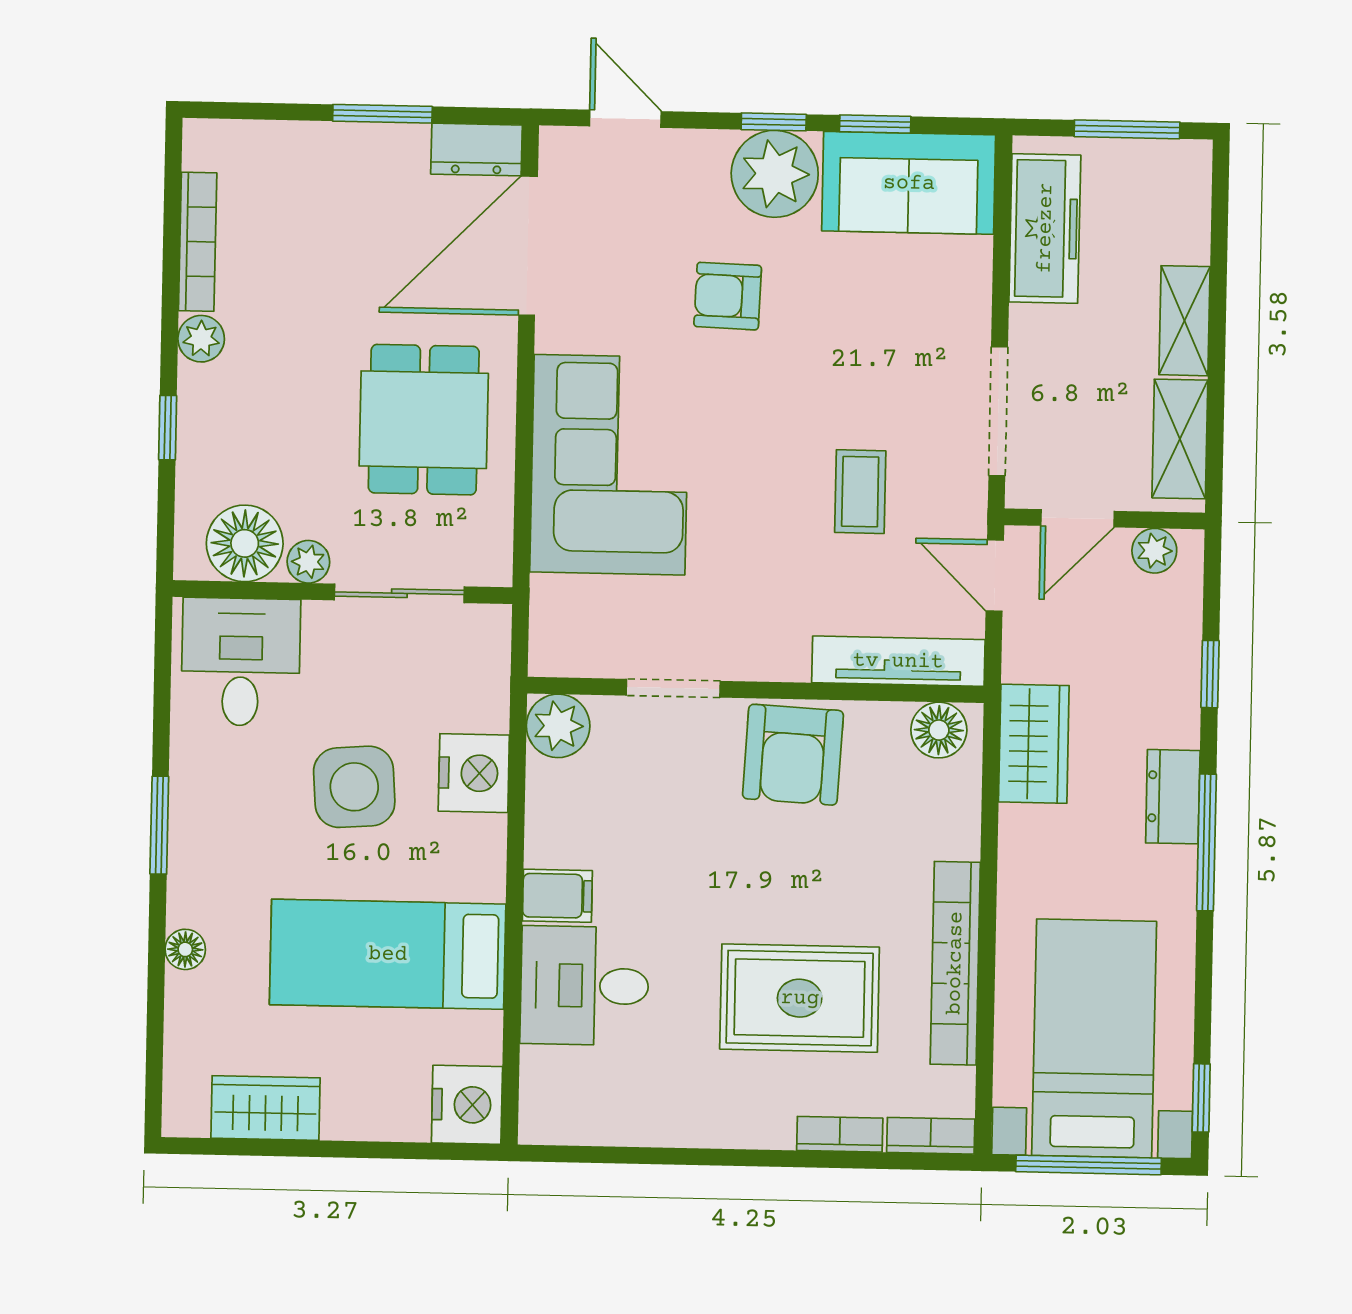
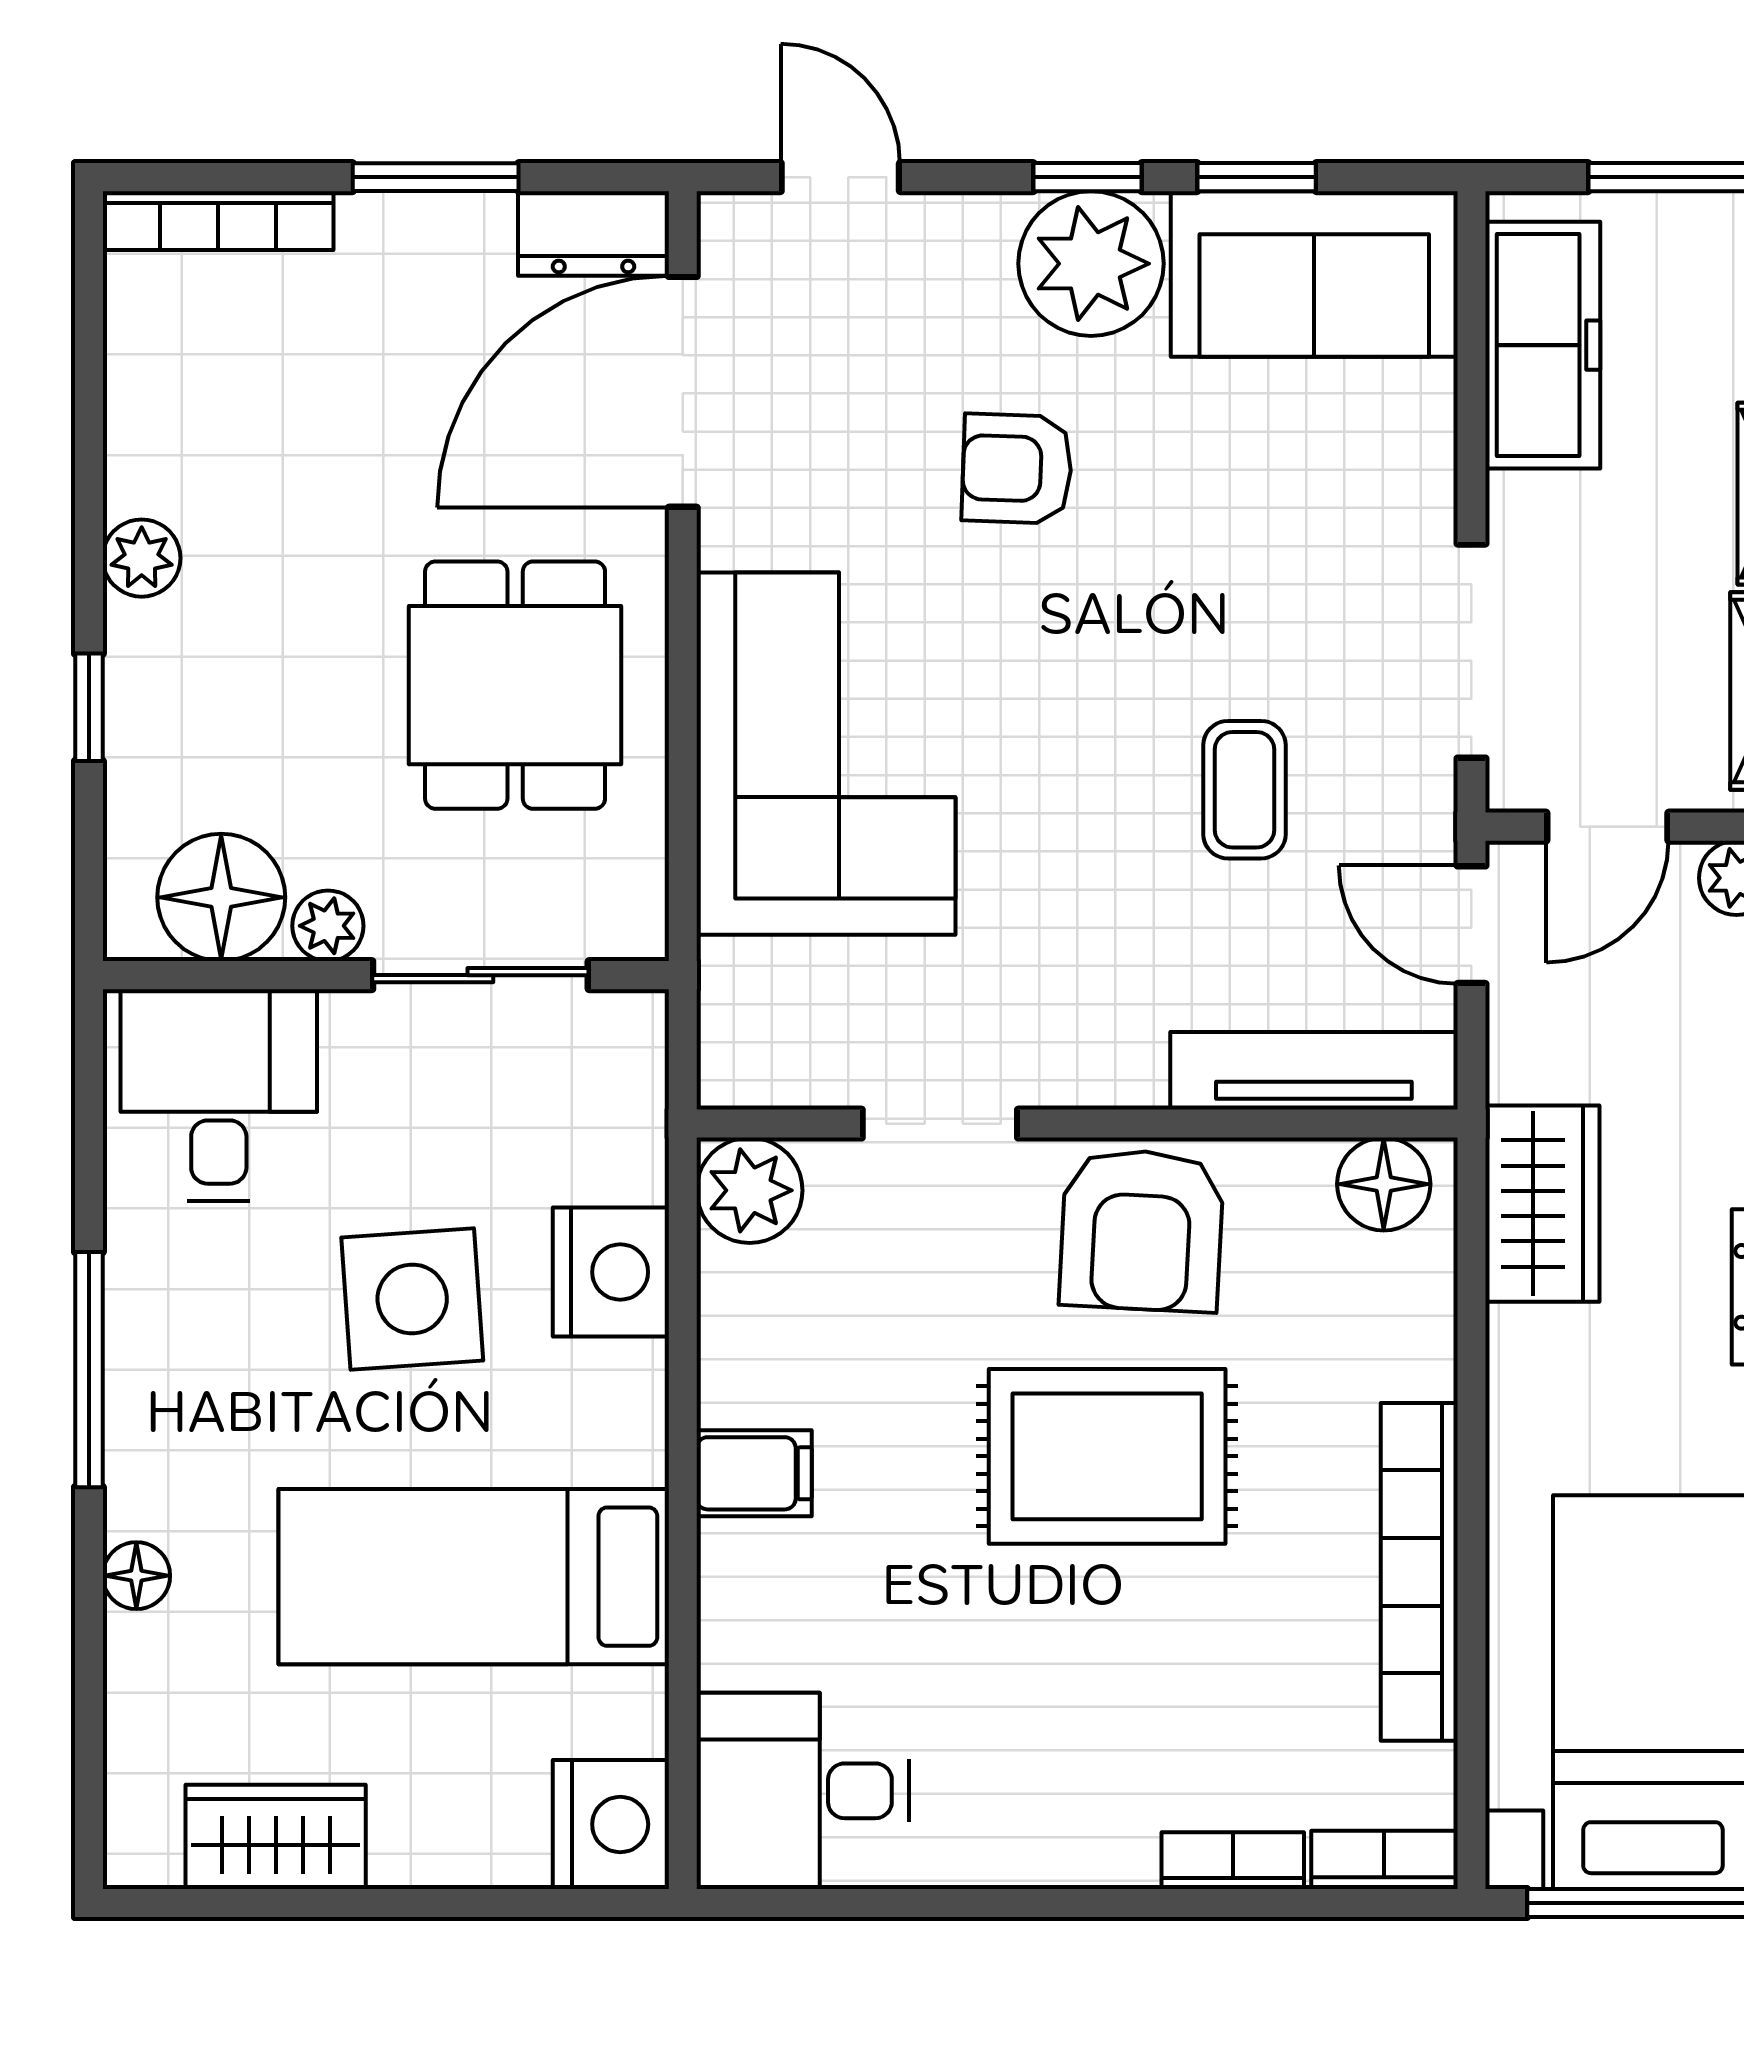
bookcase: (198, 242) -> (218, 221), moved, turned 90
window: (159, 825) -> (89, 1370), width x1.44
desk: (585, 986) -> (803, 1791), moved
rug: (800, 998) -> (1107, 1456), moved

